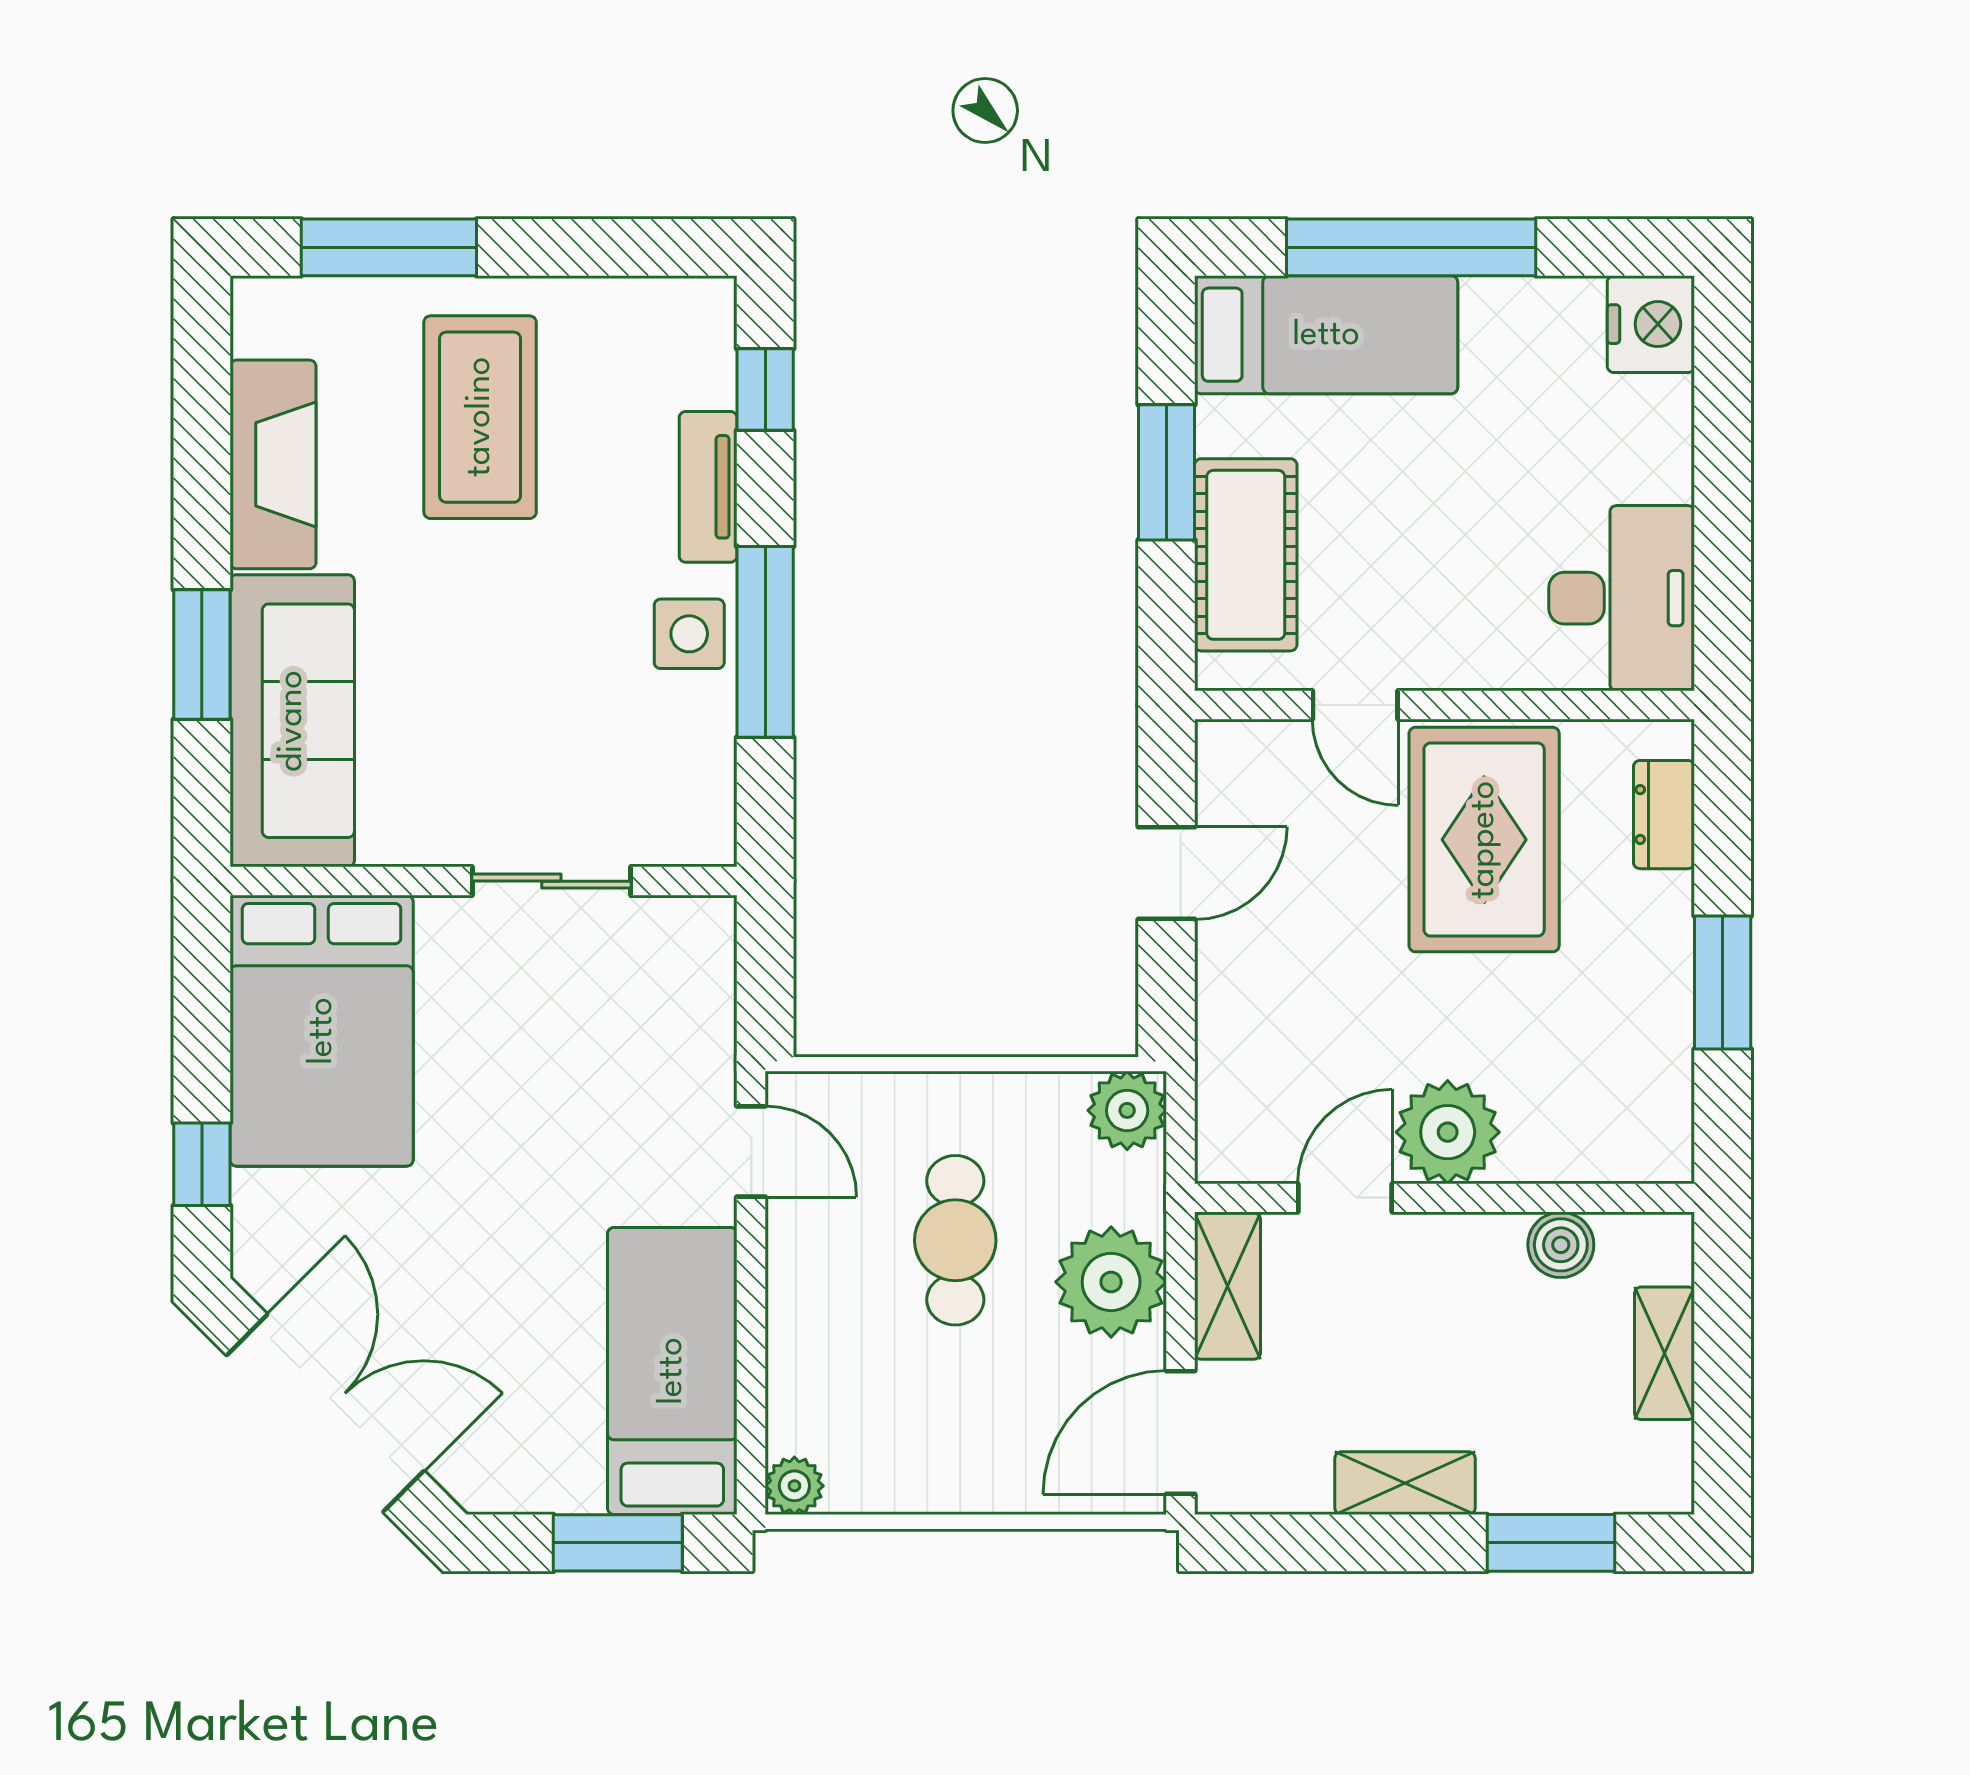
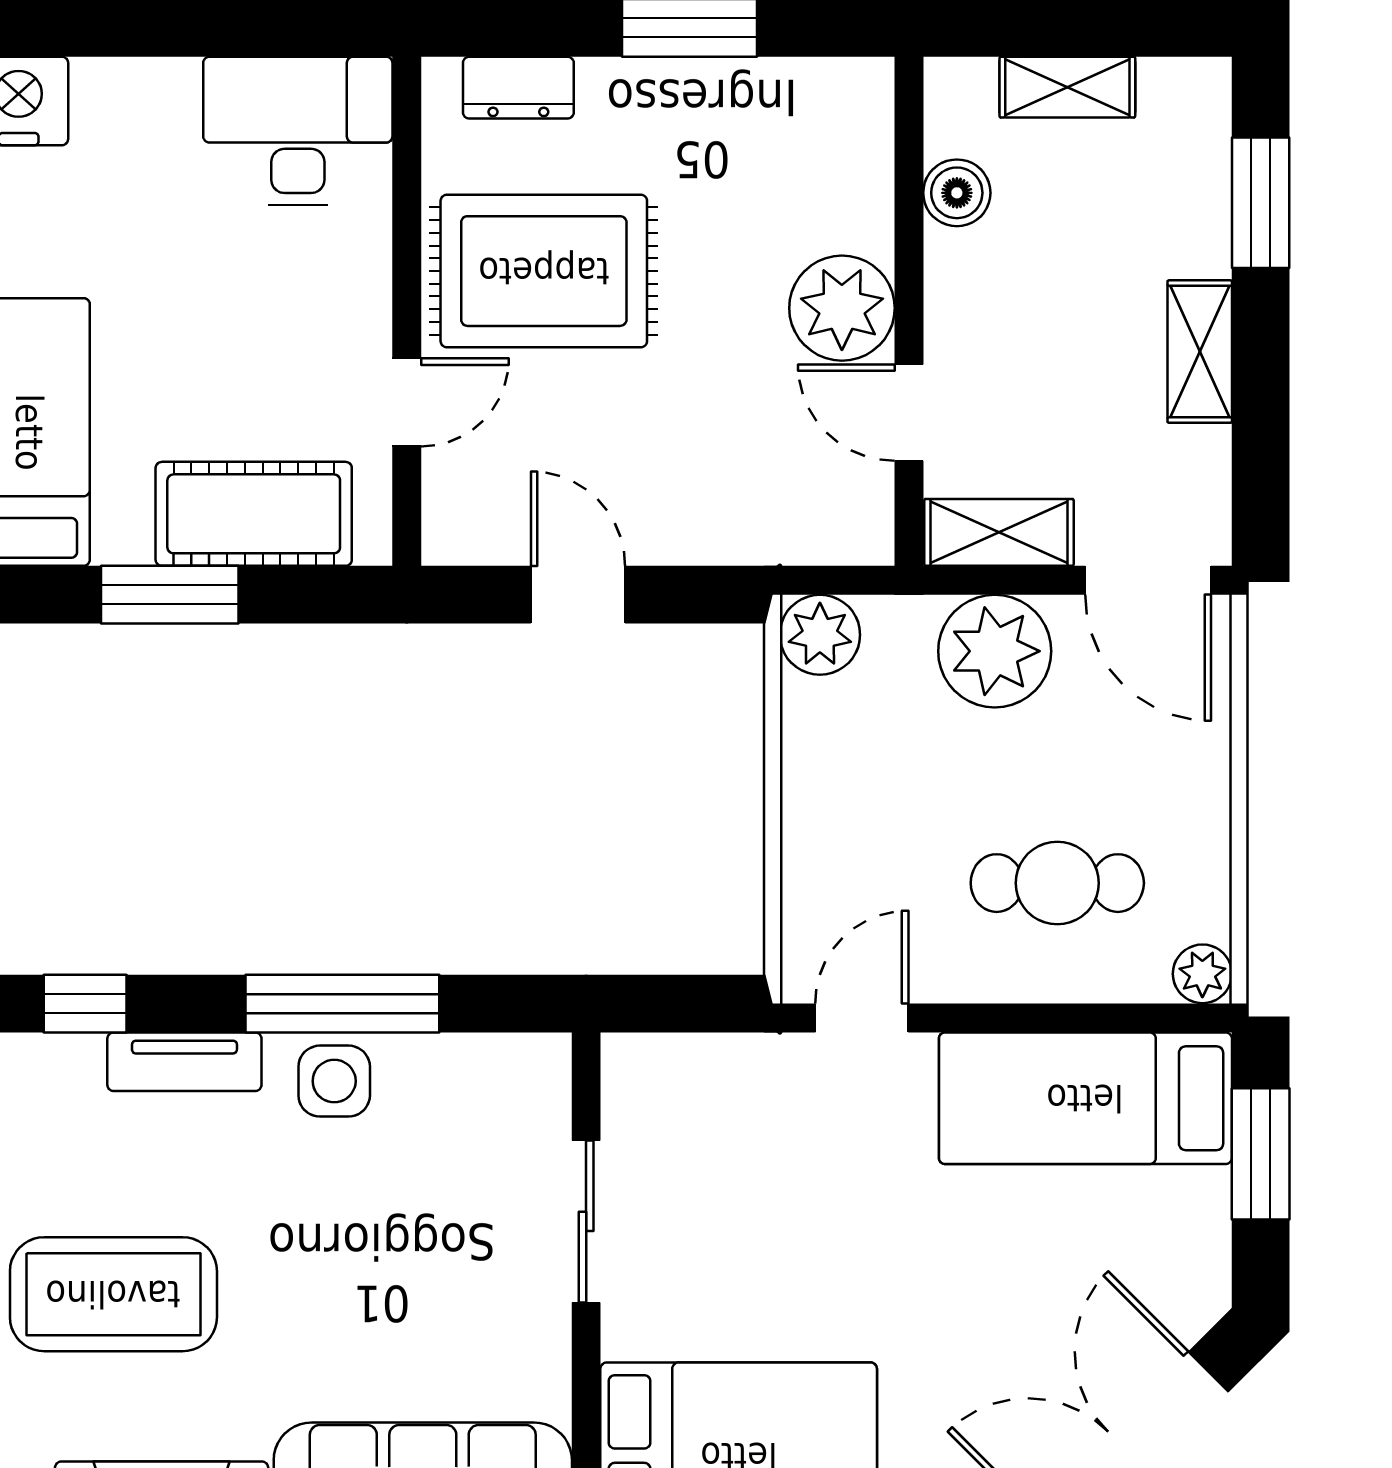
cafe table: (955, 1240) -> (1057, 883), moved

